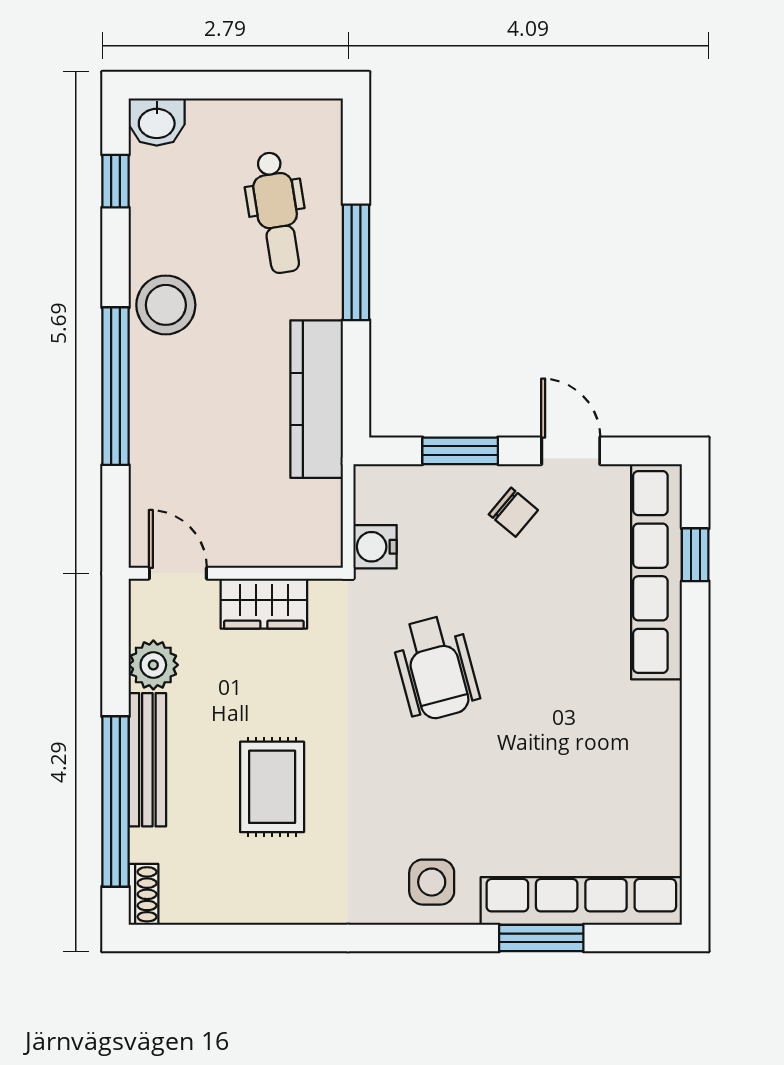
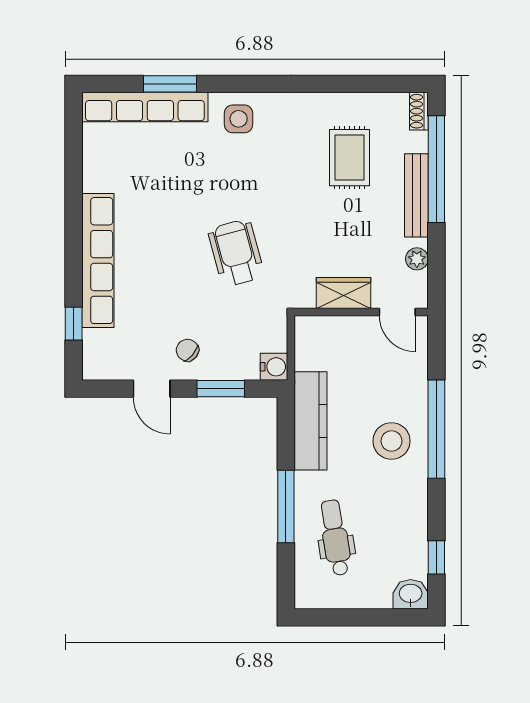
stool: (166, 305) -> (392, 441), moved
water cooler: (375, 547) -> (274, 367), moved
row of seats: (657, 572) -> (98, 261), moved
plant: (153, 665) -> (417, 259), width x0.73, depth x0.73
rug: (272, 787) -> (350, 158), moved

